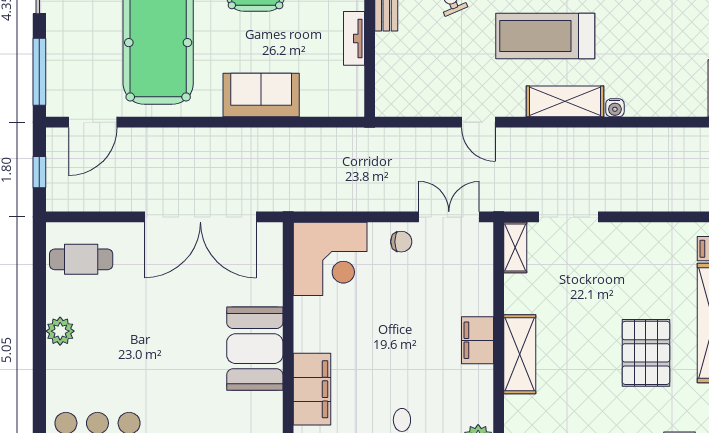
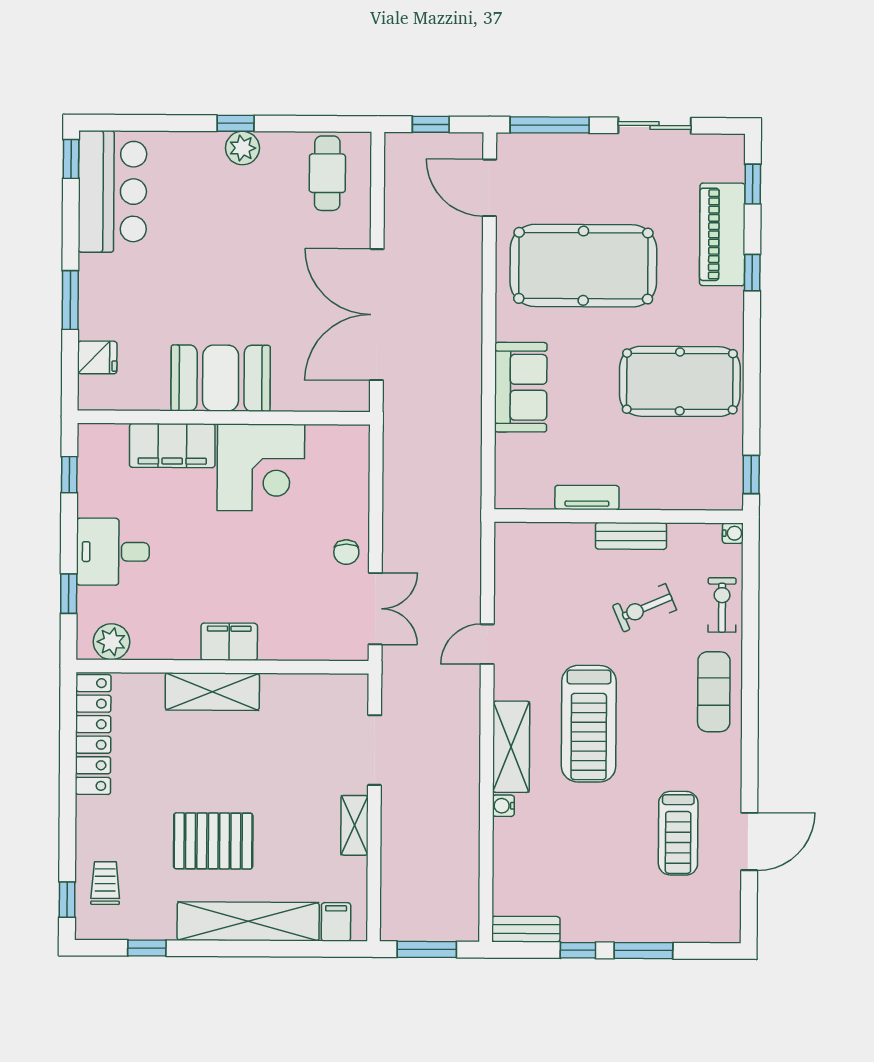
treadmill: (545, 36) -> (589, 724), turned 180
shelving: (515, 248) -> (354, 825), moved, turned 90
corner desk: (330, 259) -> (261, 467), moved, turned -90
window: (39, 337) -> (236, 123), added

